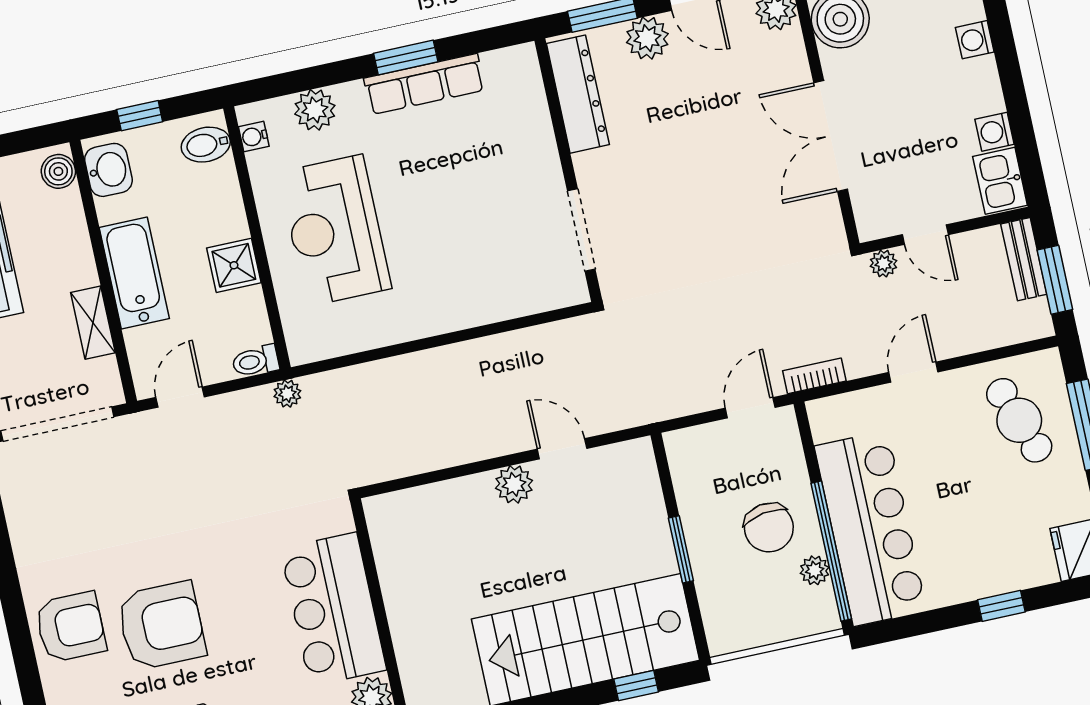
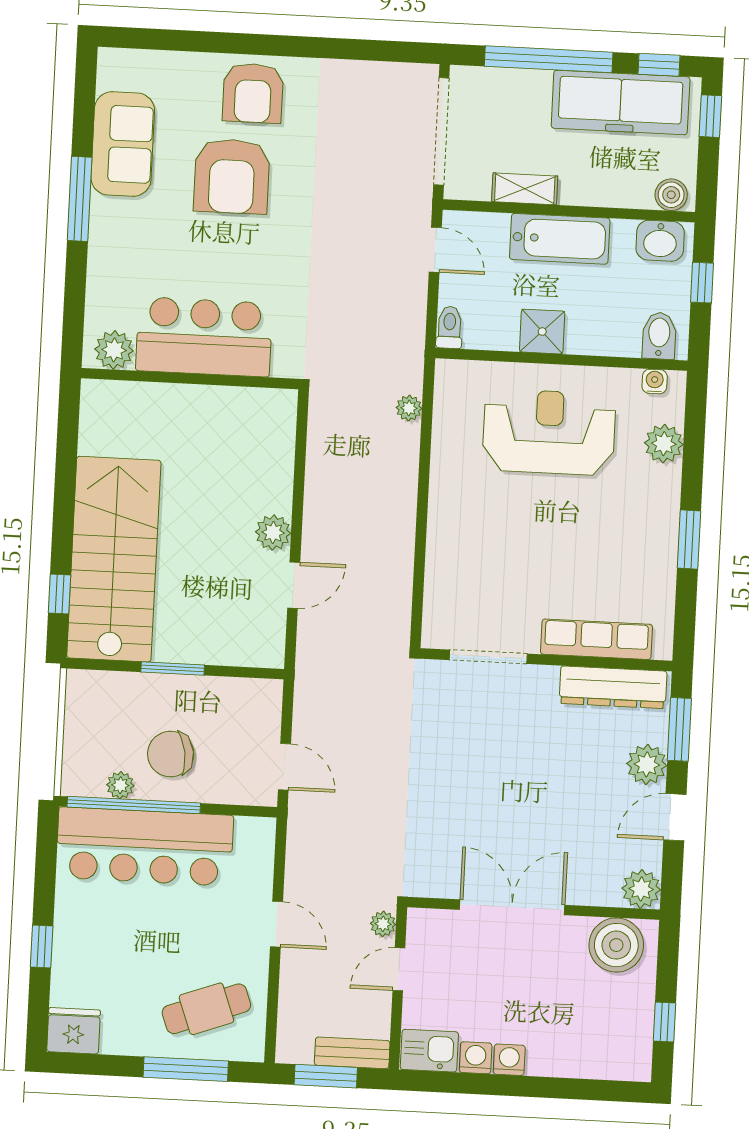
washing machine: (975, 40) -> (509, 1060), moved
row of seats: (424, 84) -> (596, 639), moved, turned 90
bookcase: (814, 376) -> (298, 833), removed
plant: (287, 394) -> (409, 408), moved

